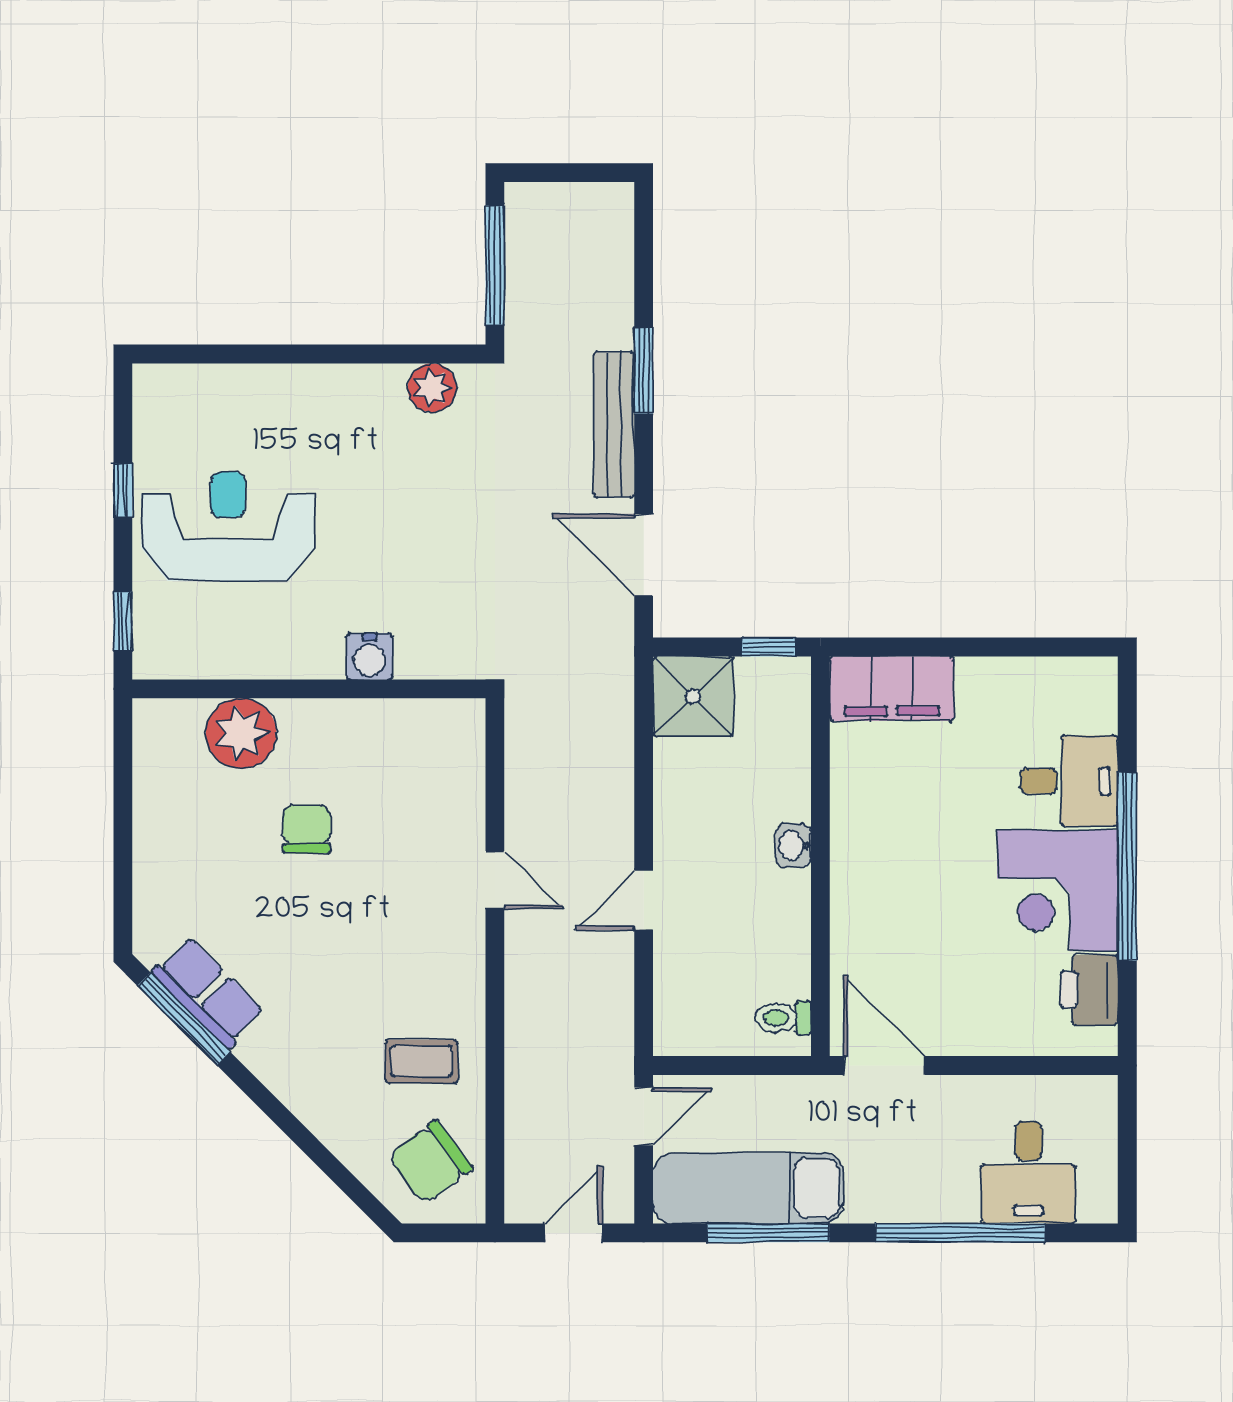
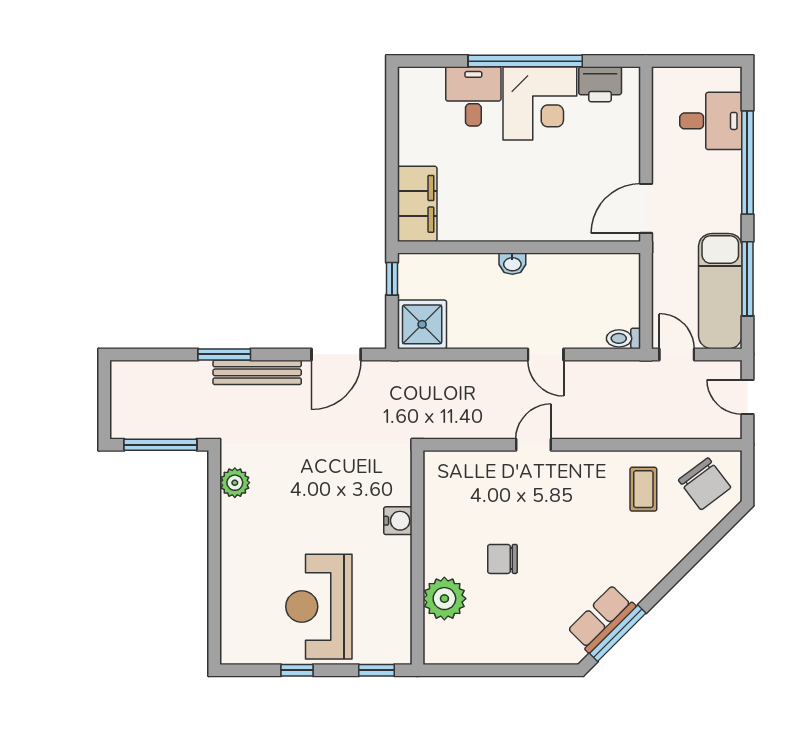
toilet: (783, 1018) -> (623, 338), moved, turned 90

